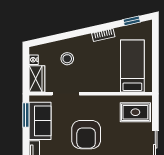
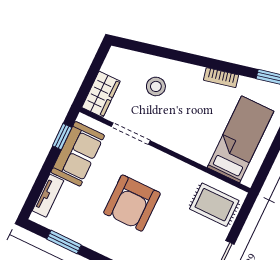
nightstand: (34, 60) -> (109, 66), removed
window: (26, 115) -> (62, 137), width x0.67

